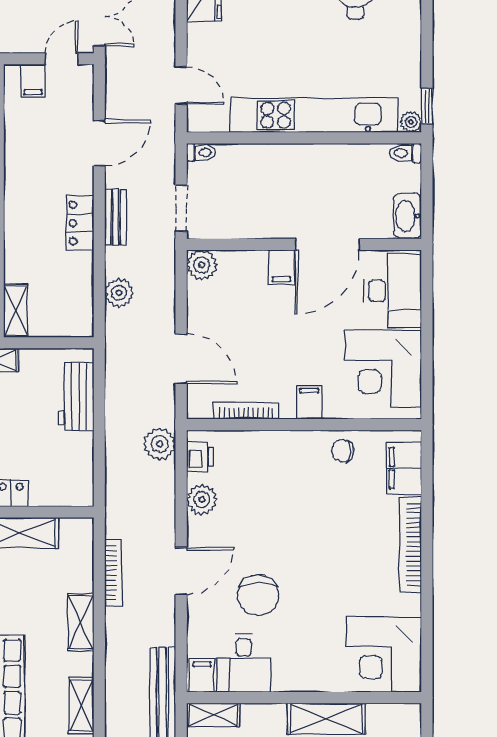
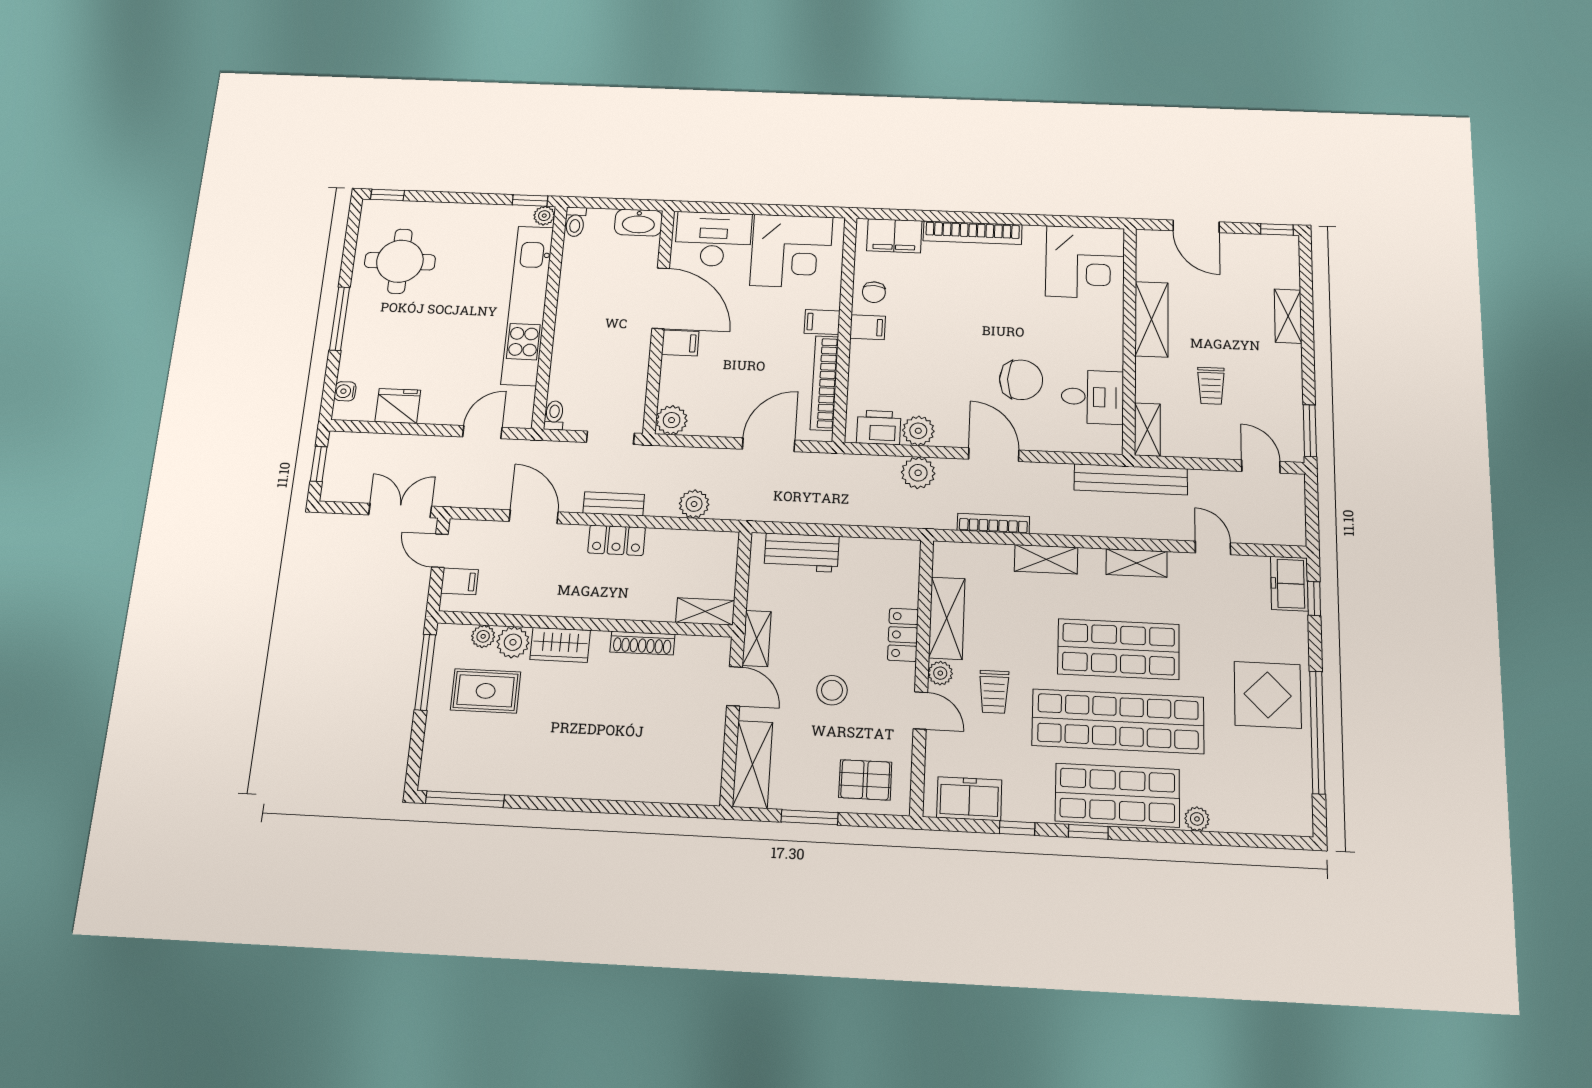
bookcase: (246, 411) -> (824, 383), width x1.48, depth x1.31
plant: (160, 444) -> (918, 473), moved
printer: (200, 457) -> (879, 427), width x1.36, depth x1.24
filing cabinet: (202, 676) -> (868, 327), moved, turned 180

